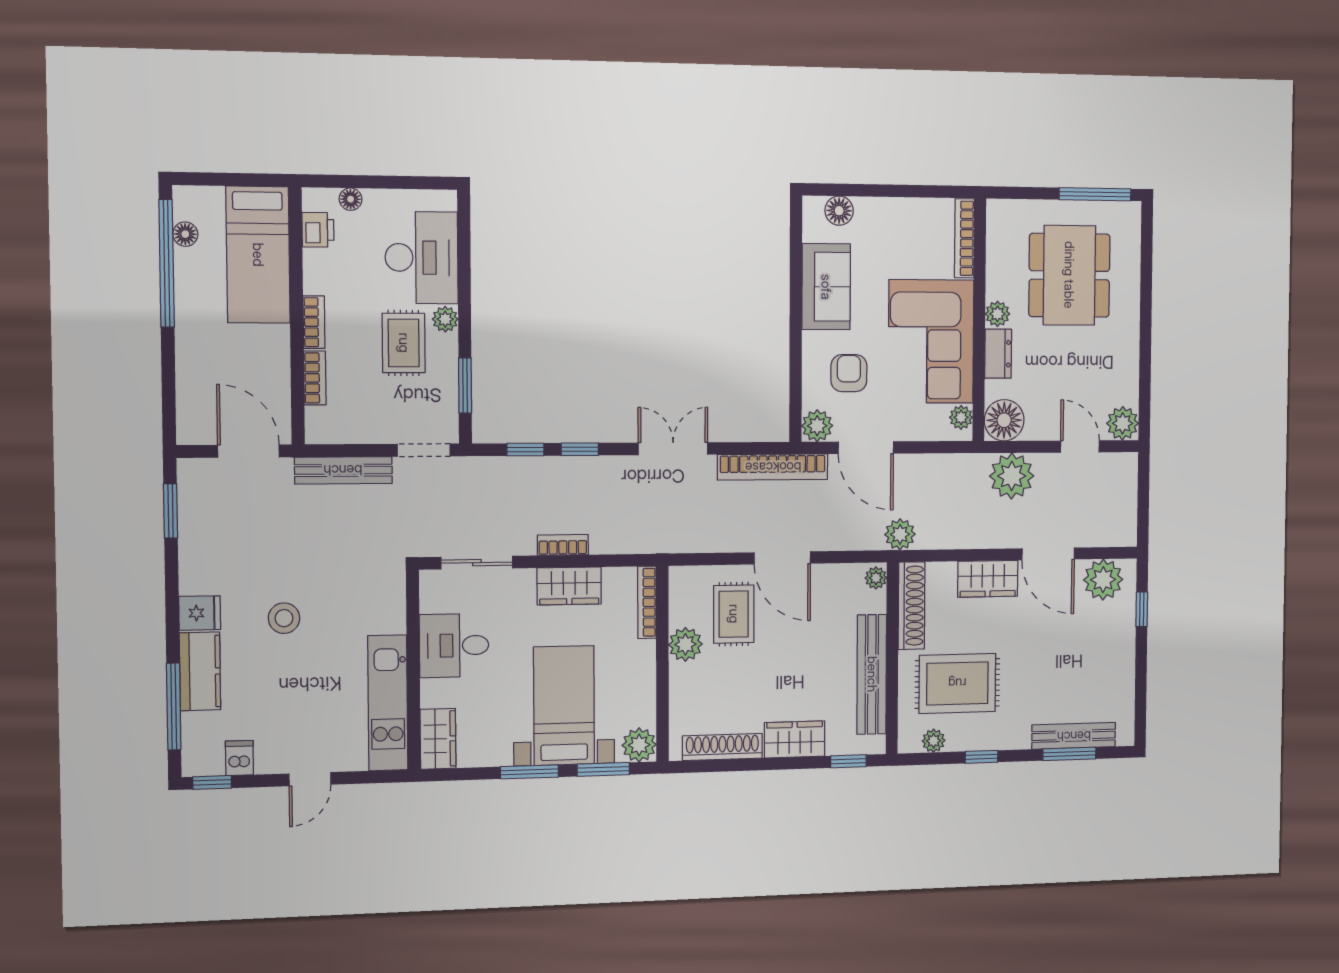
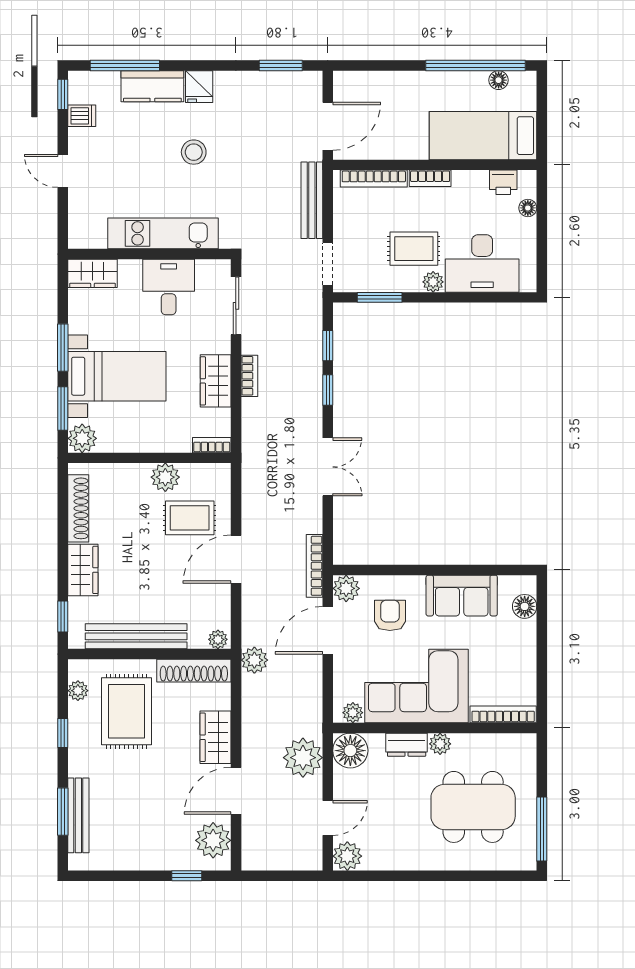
armchair: (849, 373) -> (390, 615), turned -90
bookcase: (315, 378) -> (374, 179), width x1.56
bookcase: (773, 467) -> (315, 566), width x0.68, depth x0.76
bookcase: (647, 602) -> (212, 445), width x0.64
kitchen unit: (388, 703) -> (163, 233), moved

